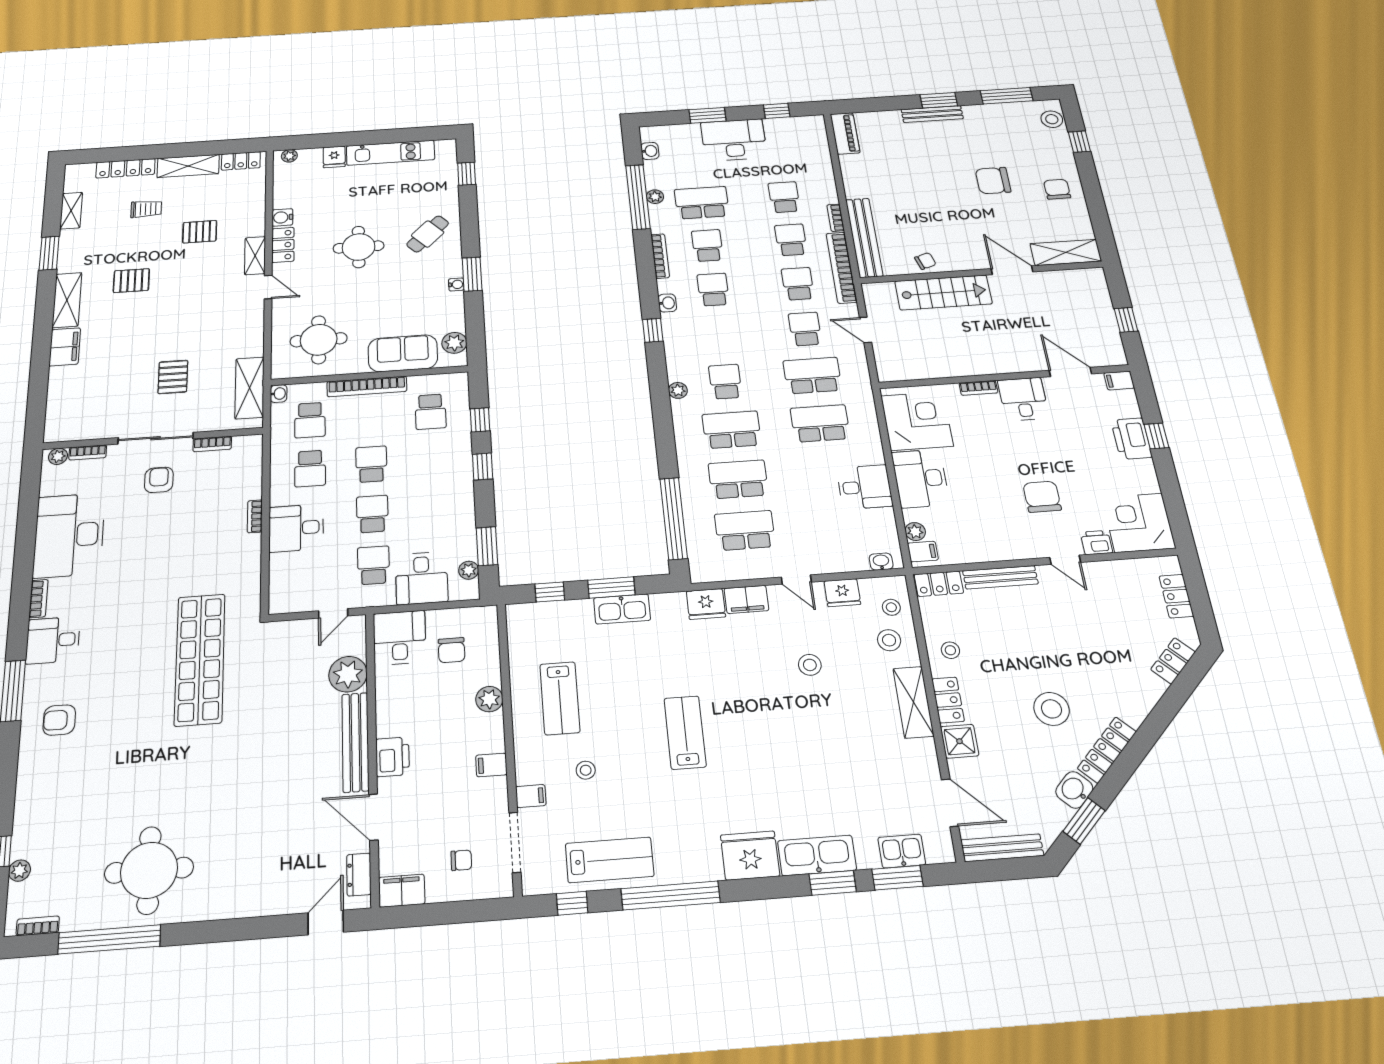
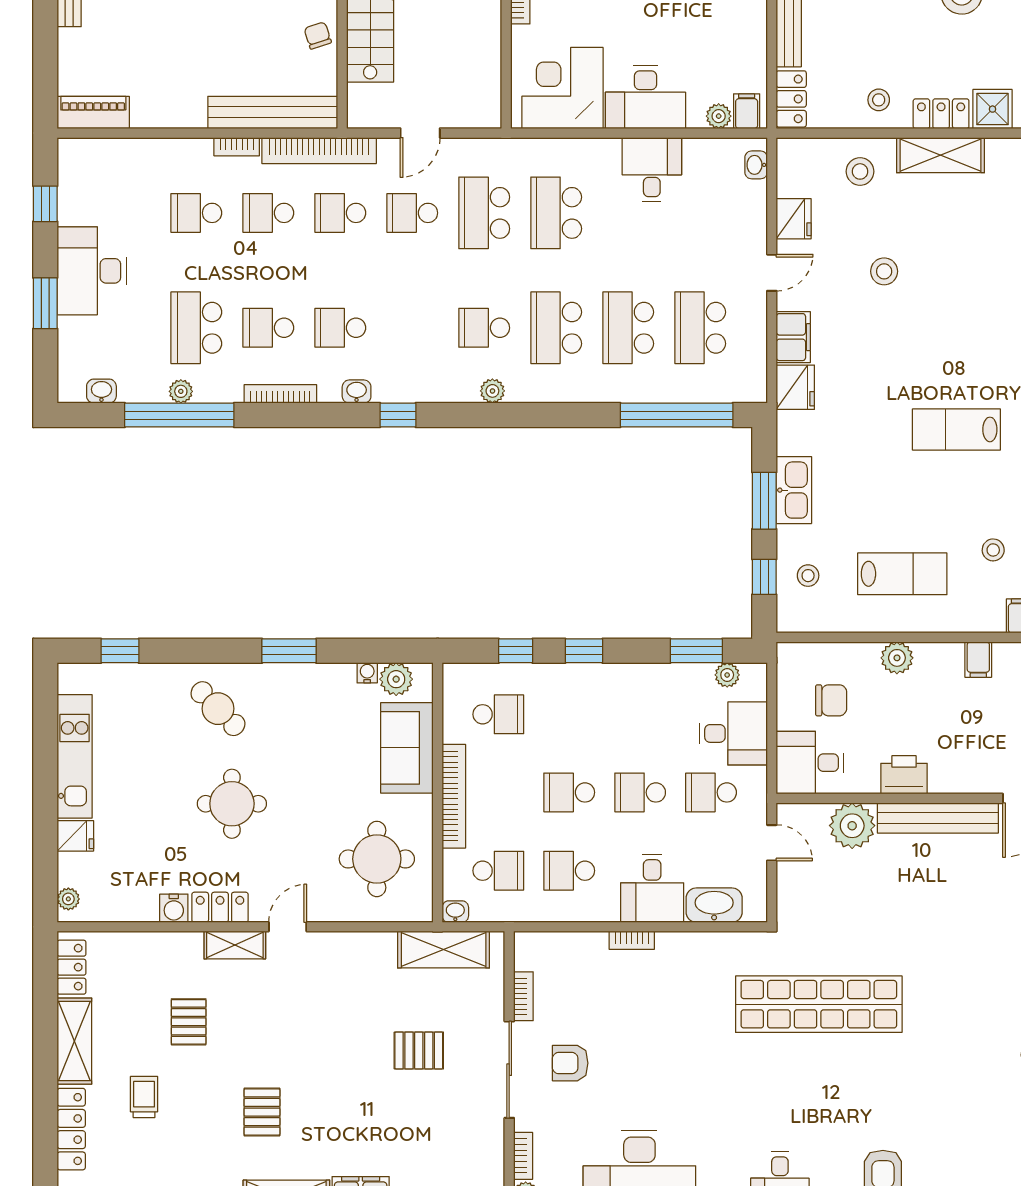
water cooler: (456, 284) -> (367, 673), moved
school desk: (310, 469) -> (569, 871), turned 180
washbasin: (282, 574) -> (714, 905), added
stool: (891, 607) -> (808, 576), moved
printer: (392, 757) -> (904, 775), moved

